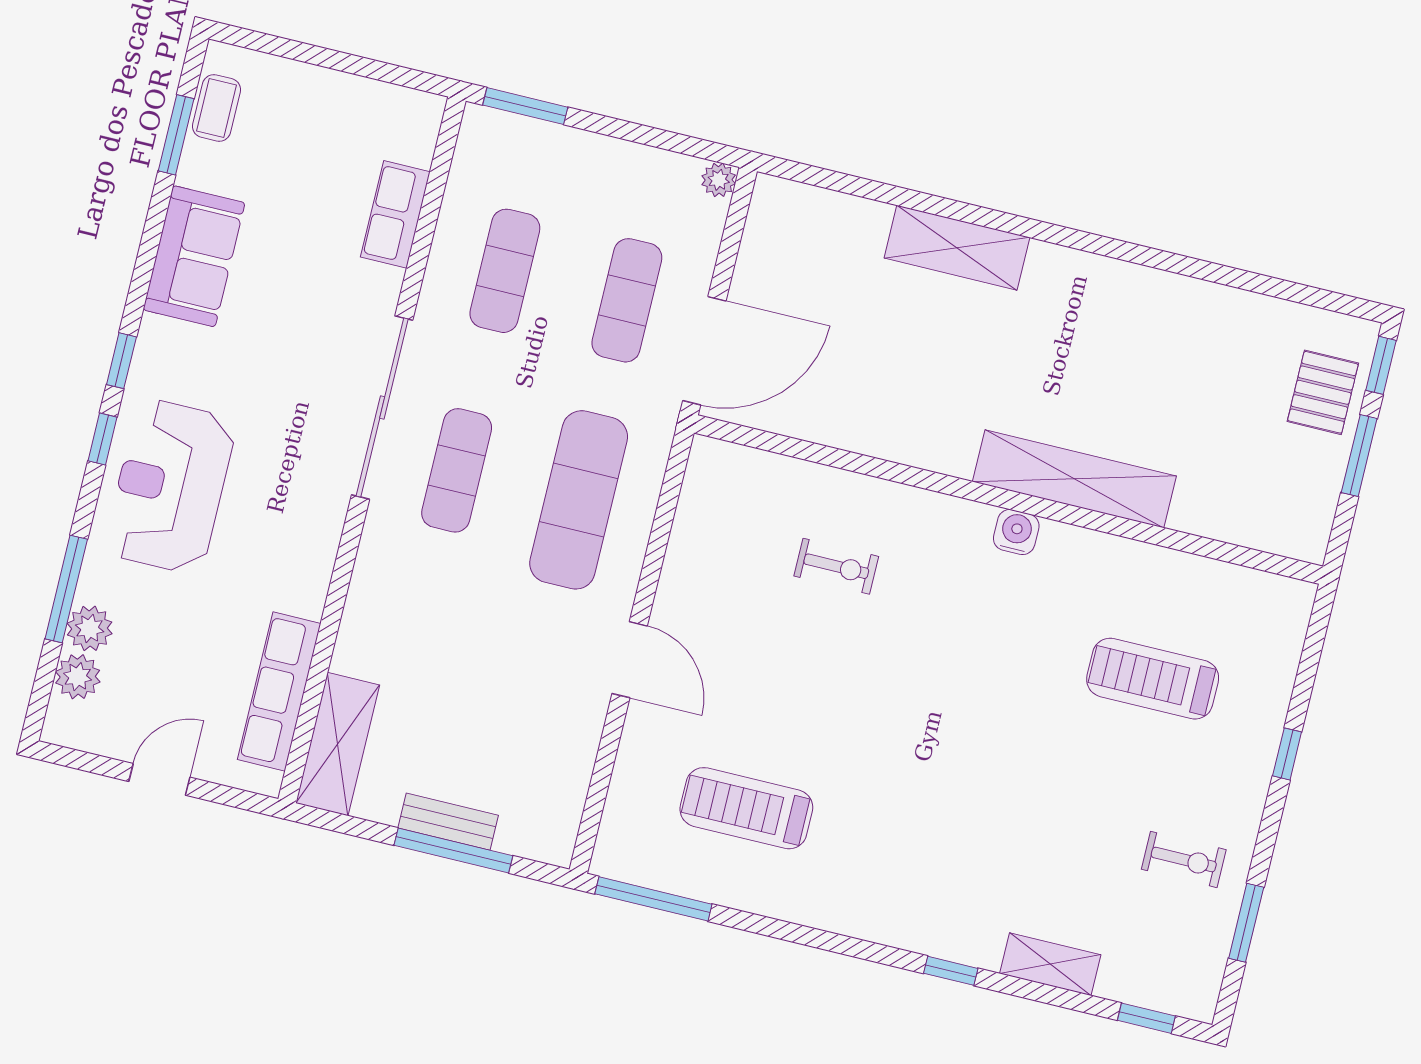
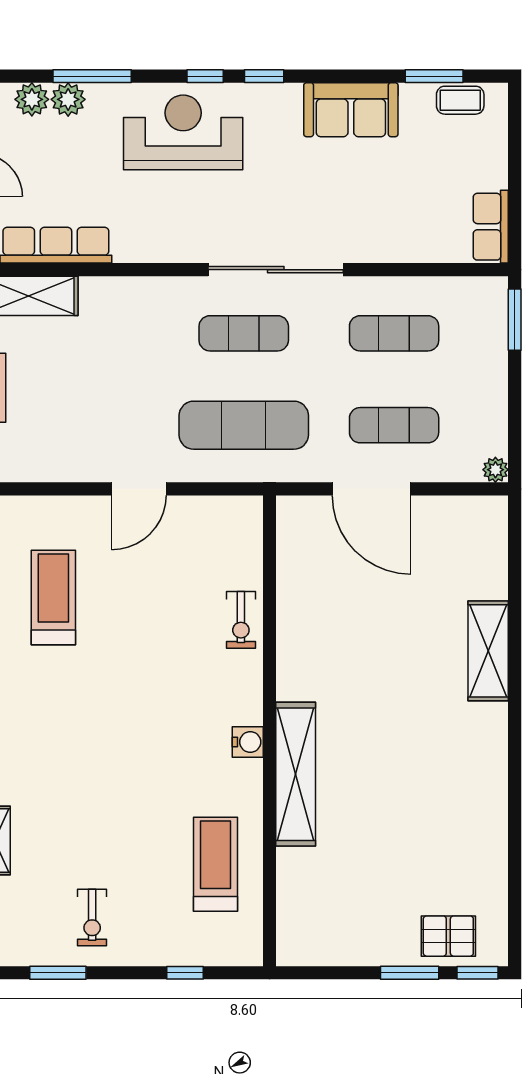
row of seats: (395, 214) -> (491, 227), moved, turned -90
shelving: (1074, 479) -> (296, 774), moved
wall: (1008, 500) -> (270, 731), moved
water cooler: (1016, 532) -> (248, 742), moved

